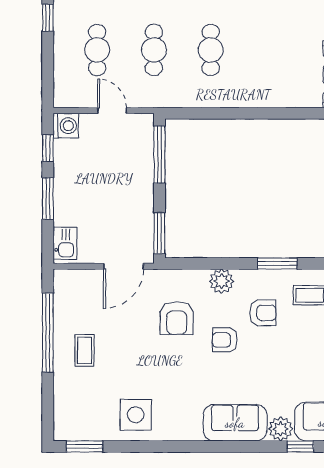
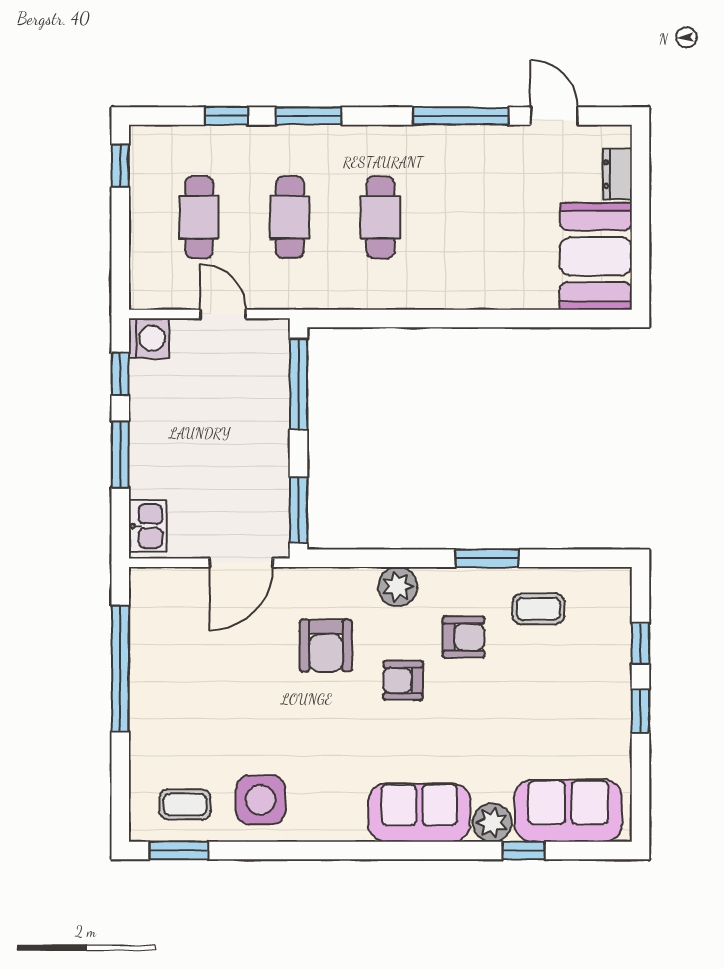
coffee table: (85, 350) -> (185, 804), moved, turned 90

